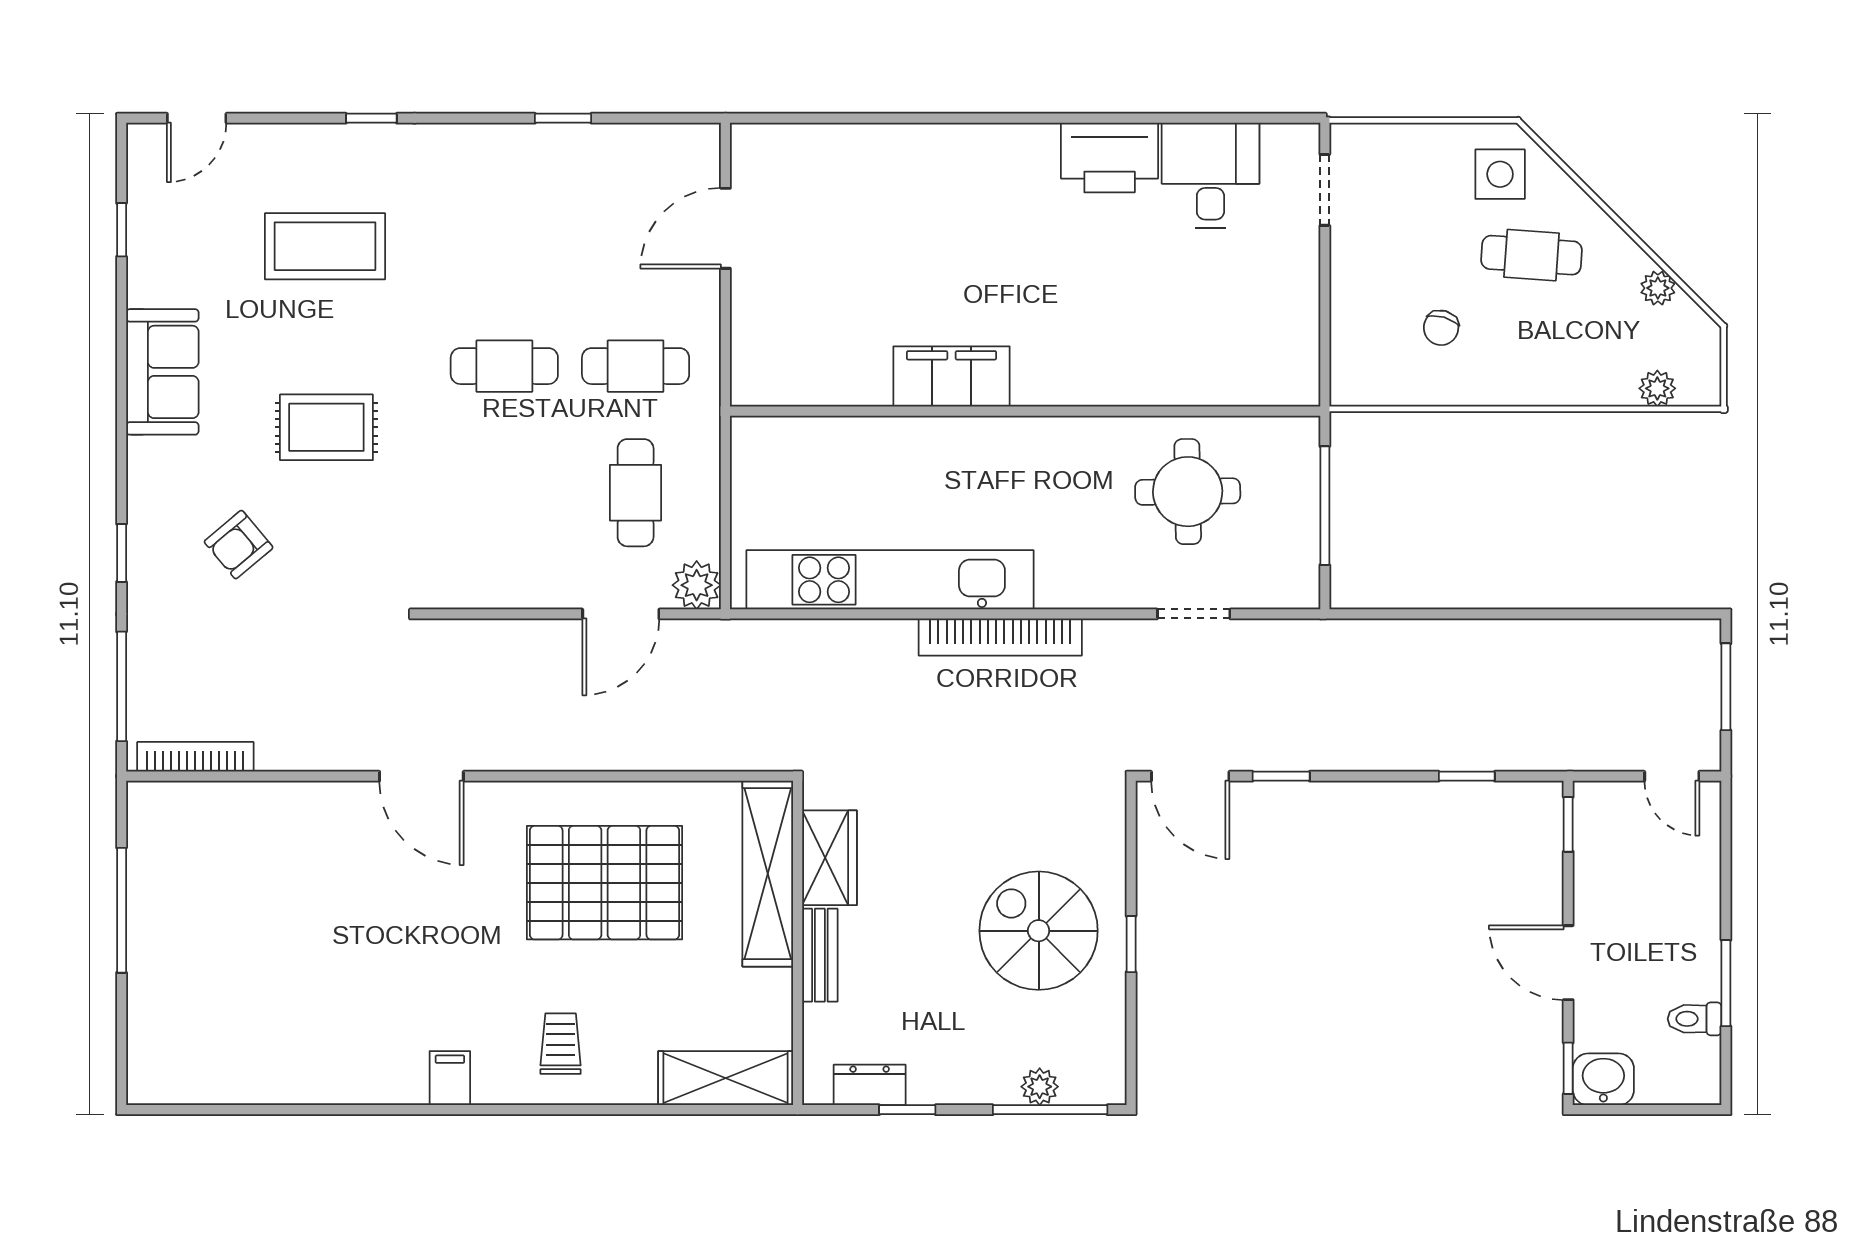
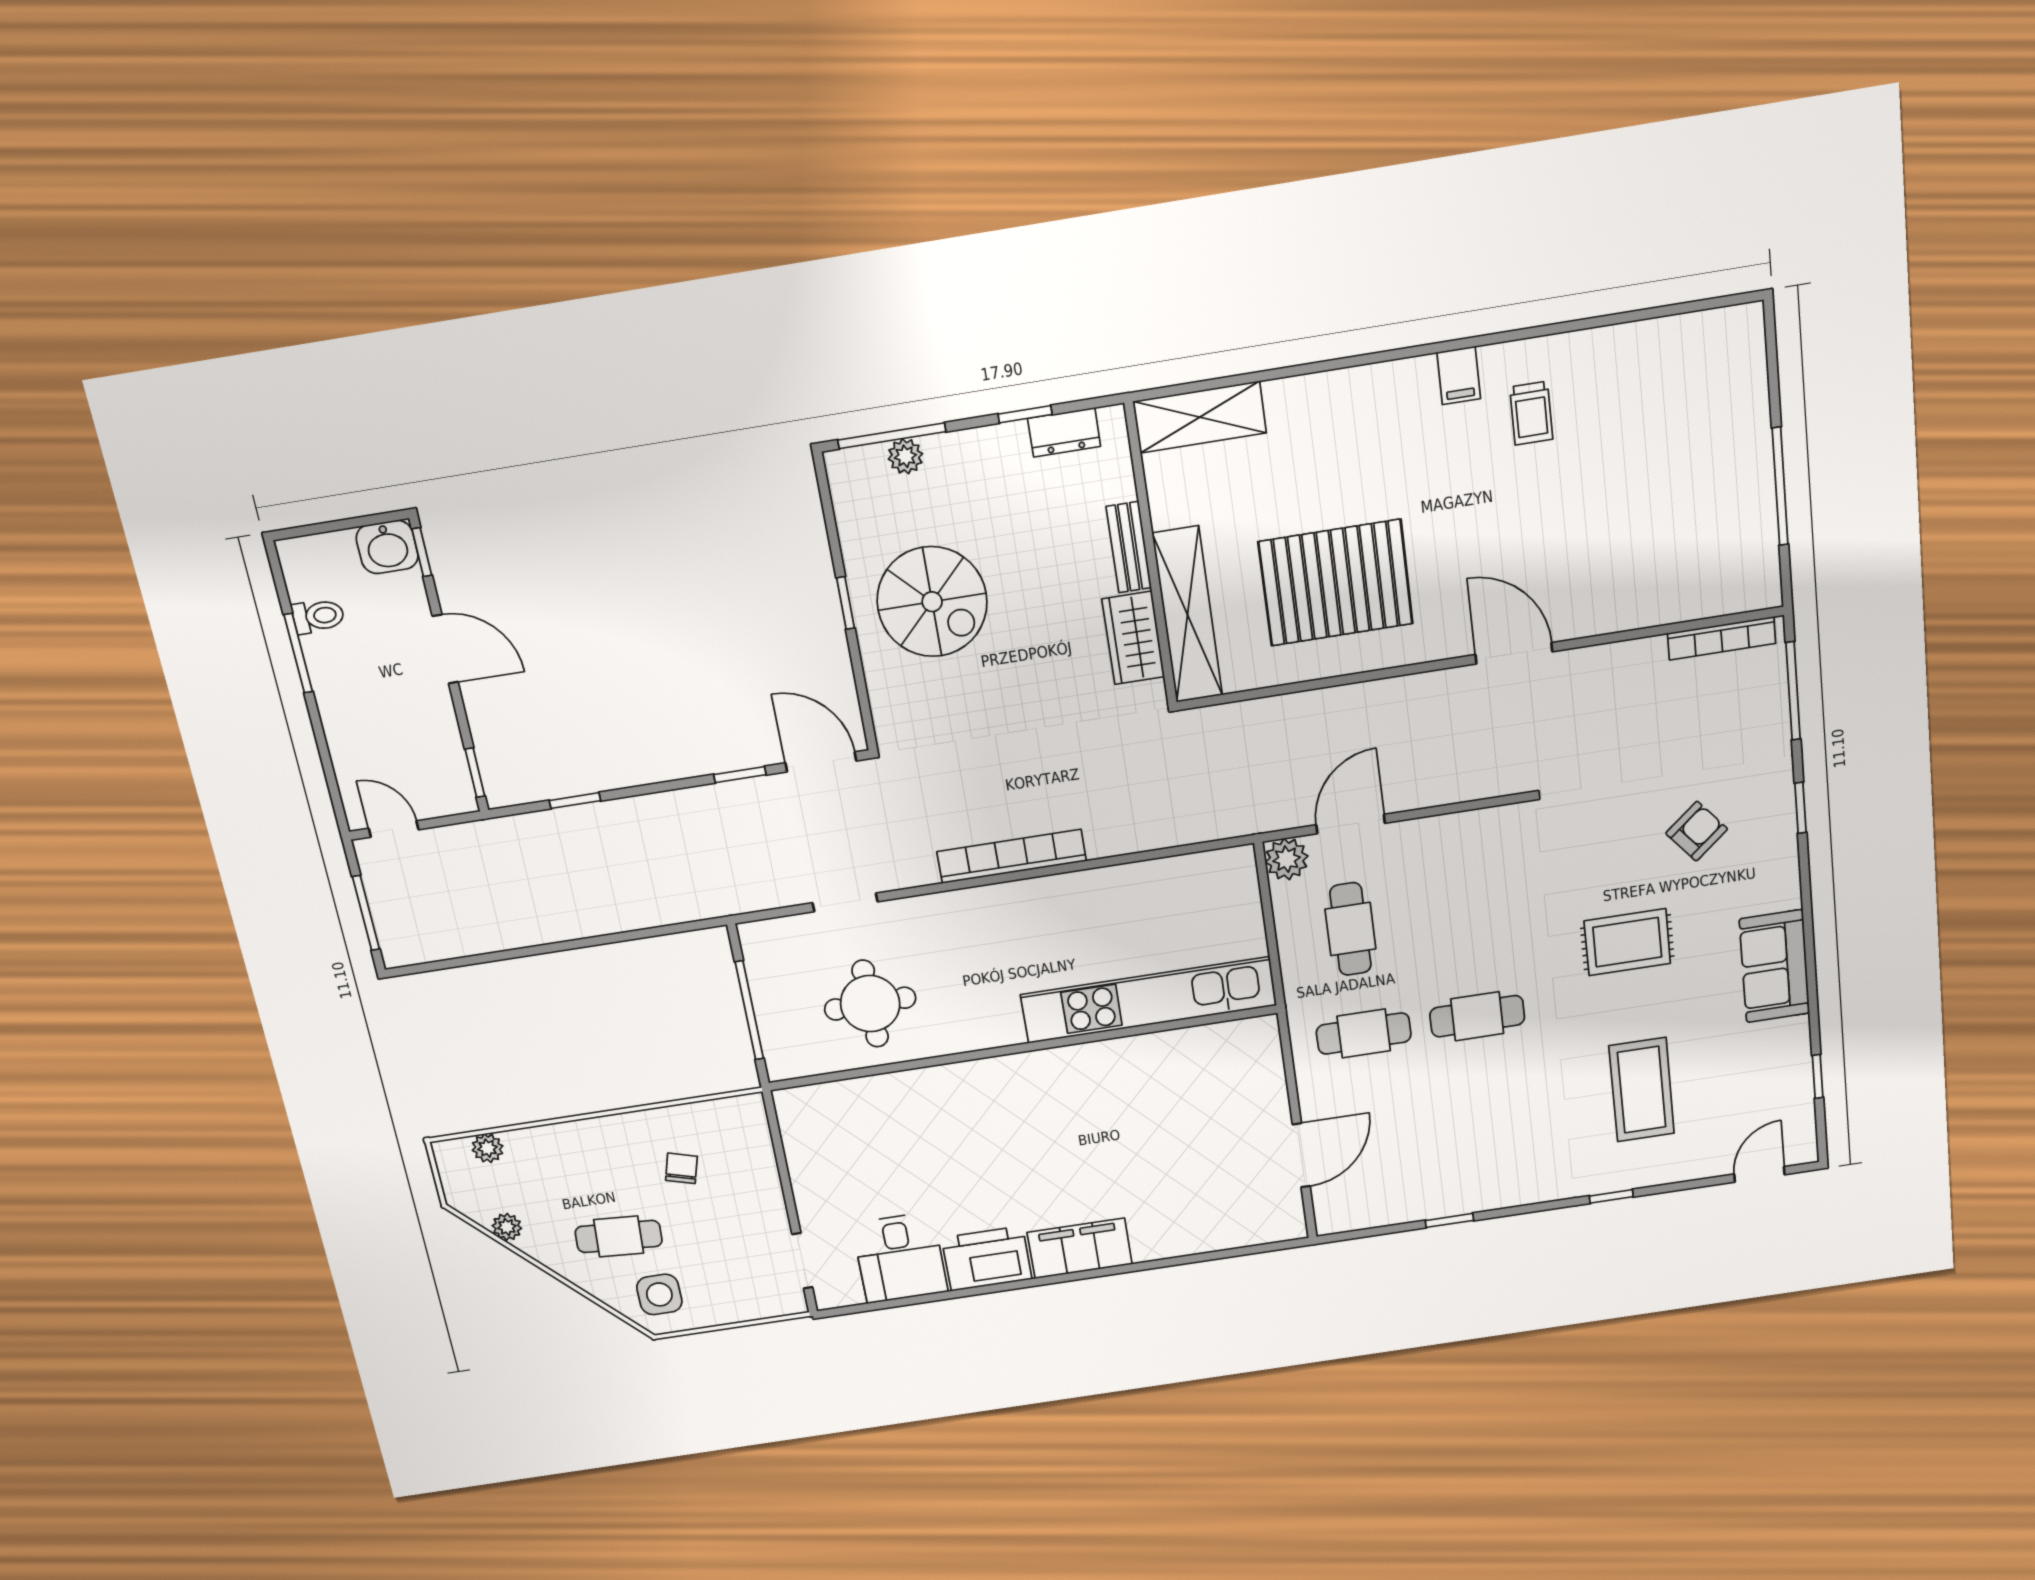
coffee table: (325, 246) -> (1642, 1090), turned 90
filing cabinet: (951, 376) -> (1080, 1248), moved, turned 180
kitchen unit: (890, 580) -> (1149, 1000), moved, turned 180
trolley: (561, 1044) -> (1531, 413), moved

